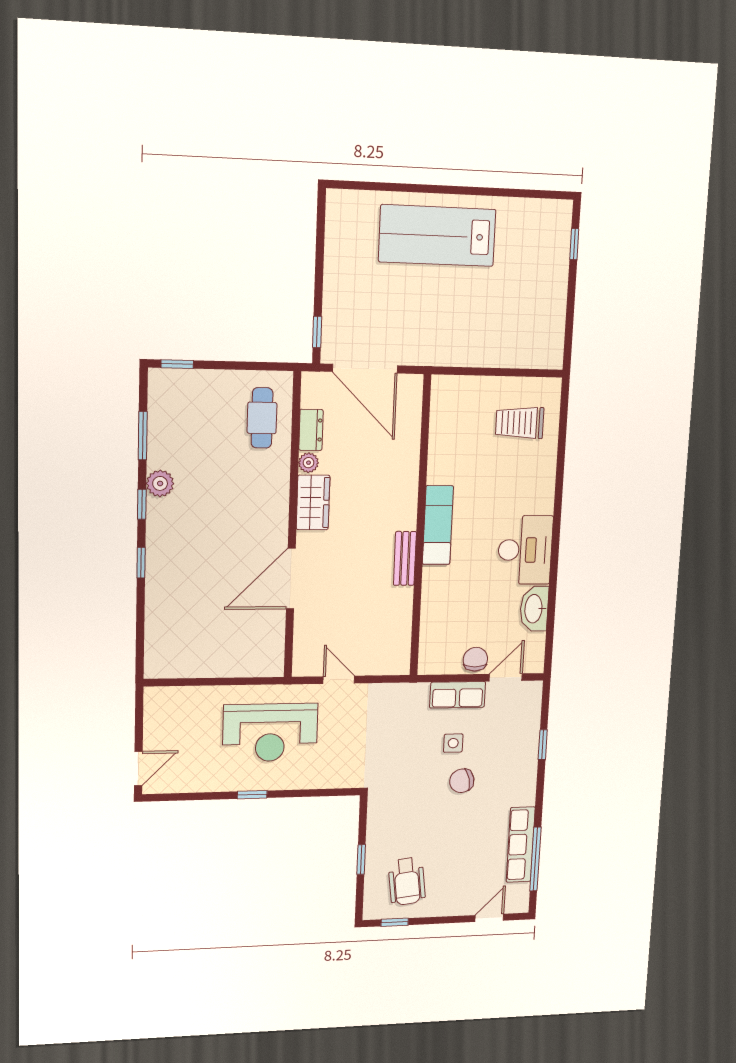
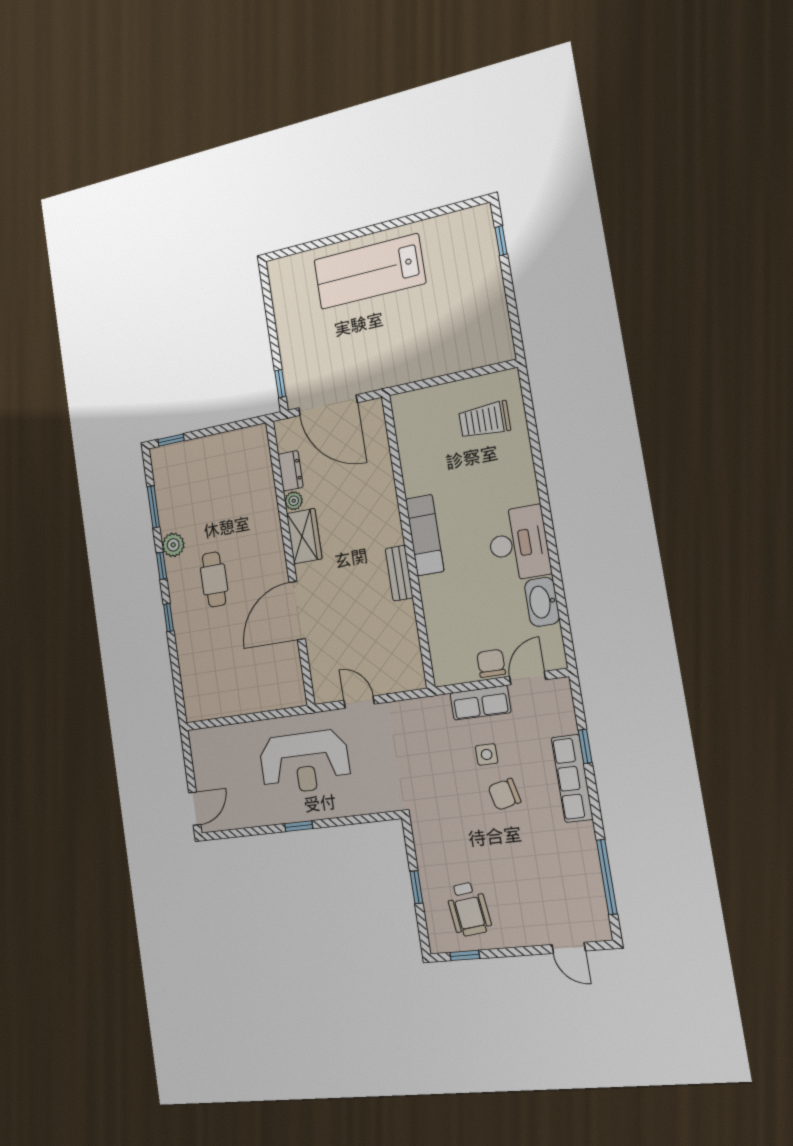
cafe table: (262, 418) -> (214, 579), moved
row of seats: (521, 845) -> (572, 778), moved
door: (489, 918) -> (569, 948), swing flipped

